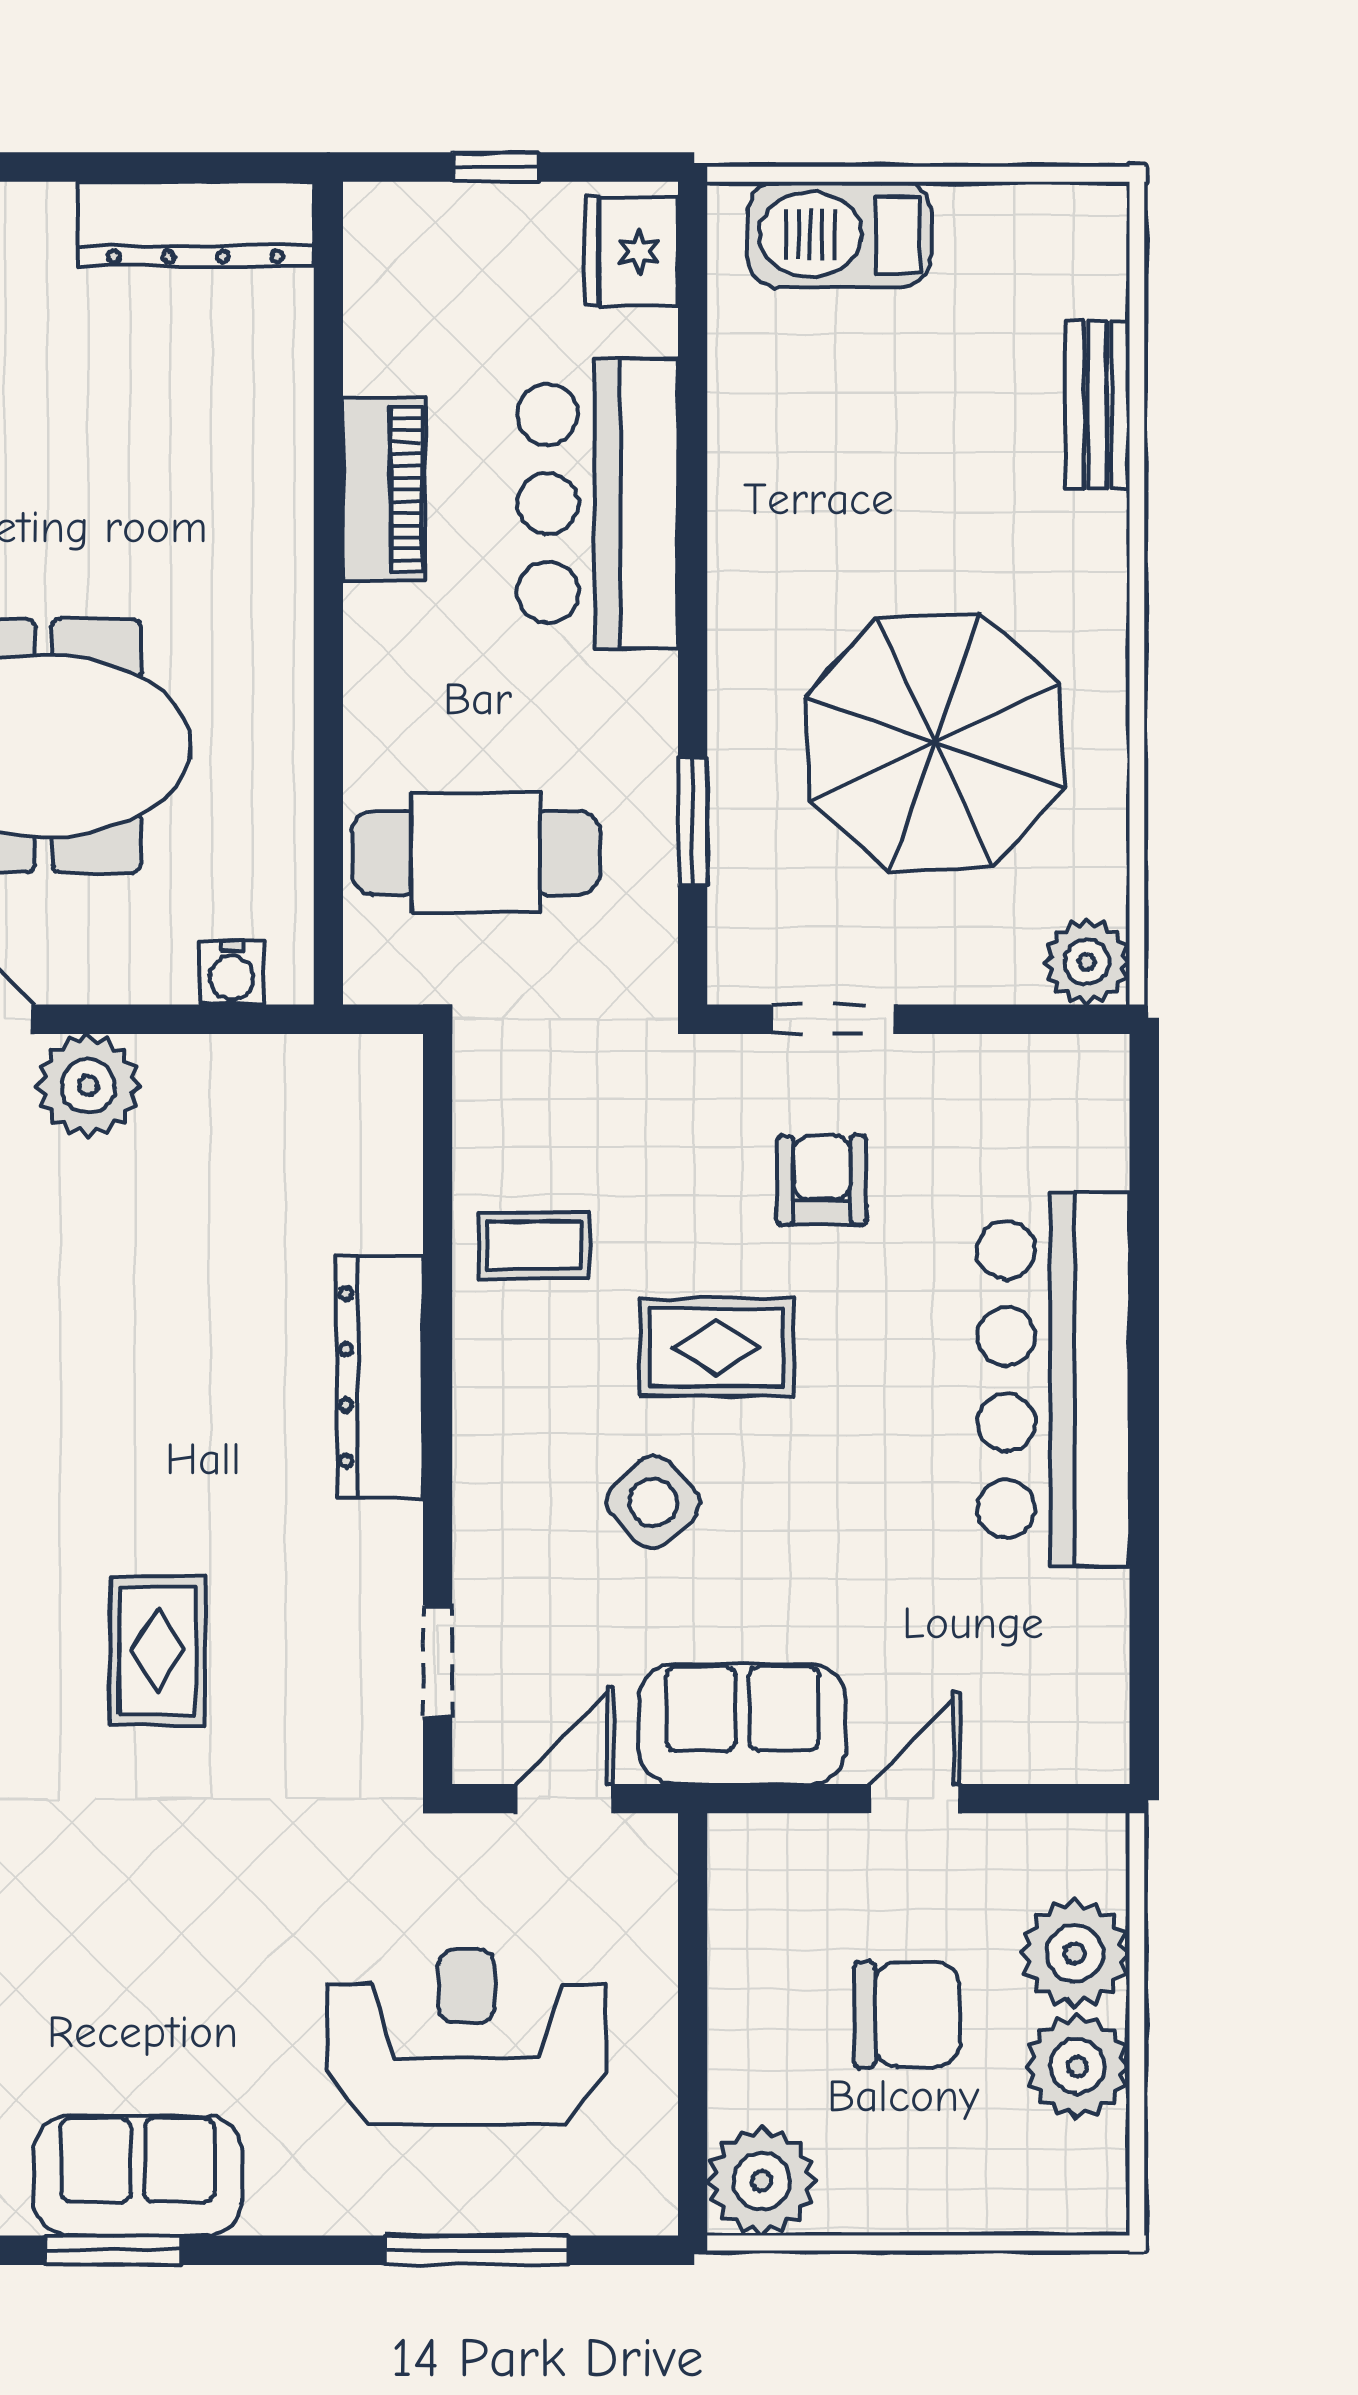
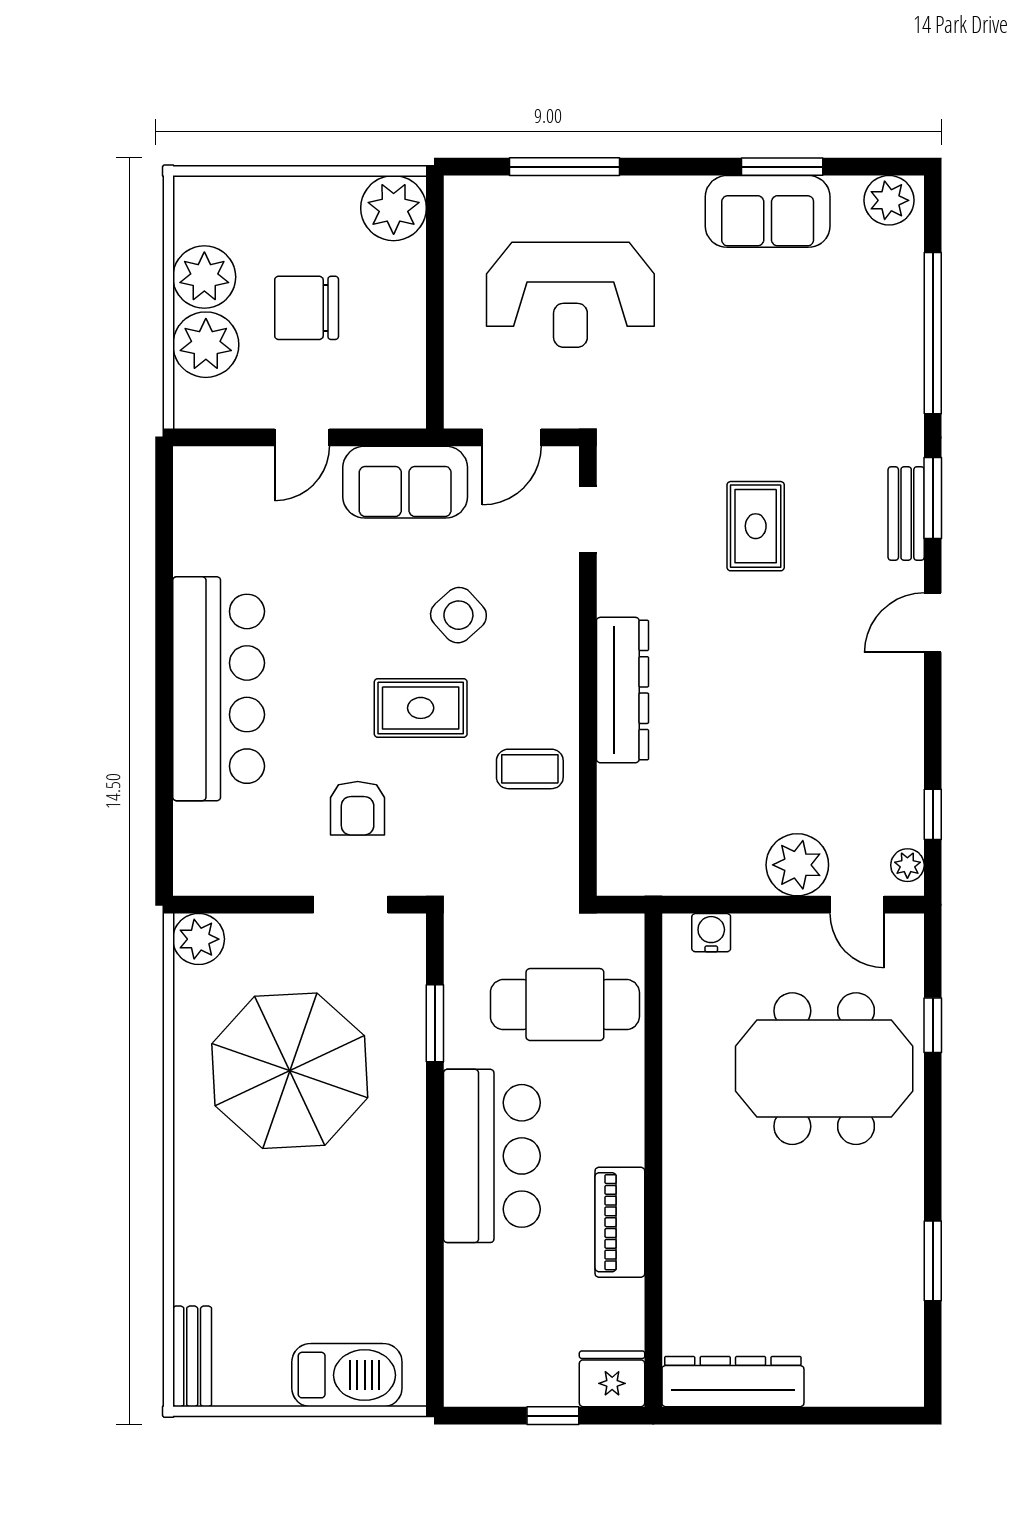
fridge: (631, 251) -> (612, 1379), moved, turned -90
bench: (1098, 405) -> (192, 1356), moved
bar counter: (598, 503) -> (492, 1156), moved

